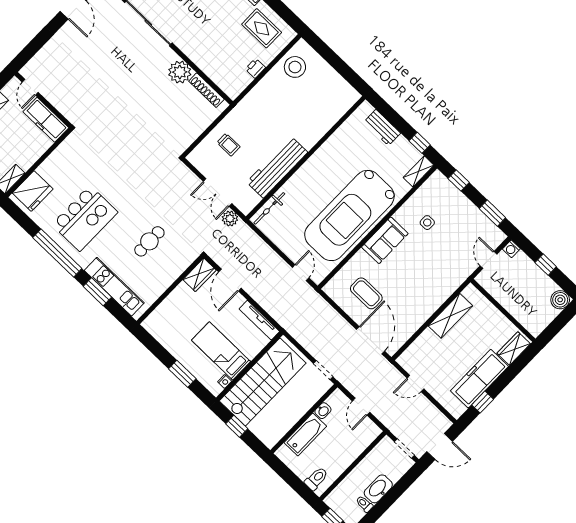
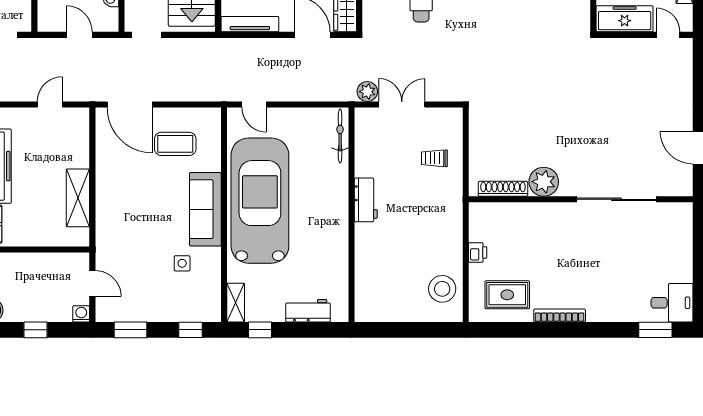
workbench: (277, 167) -> (366, 200), width x0.53, depth x0.76
sofa: (385, 240) -> (205, 209), width x1.36

